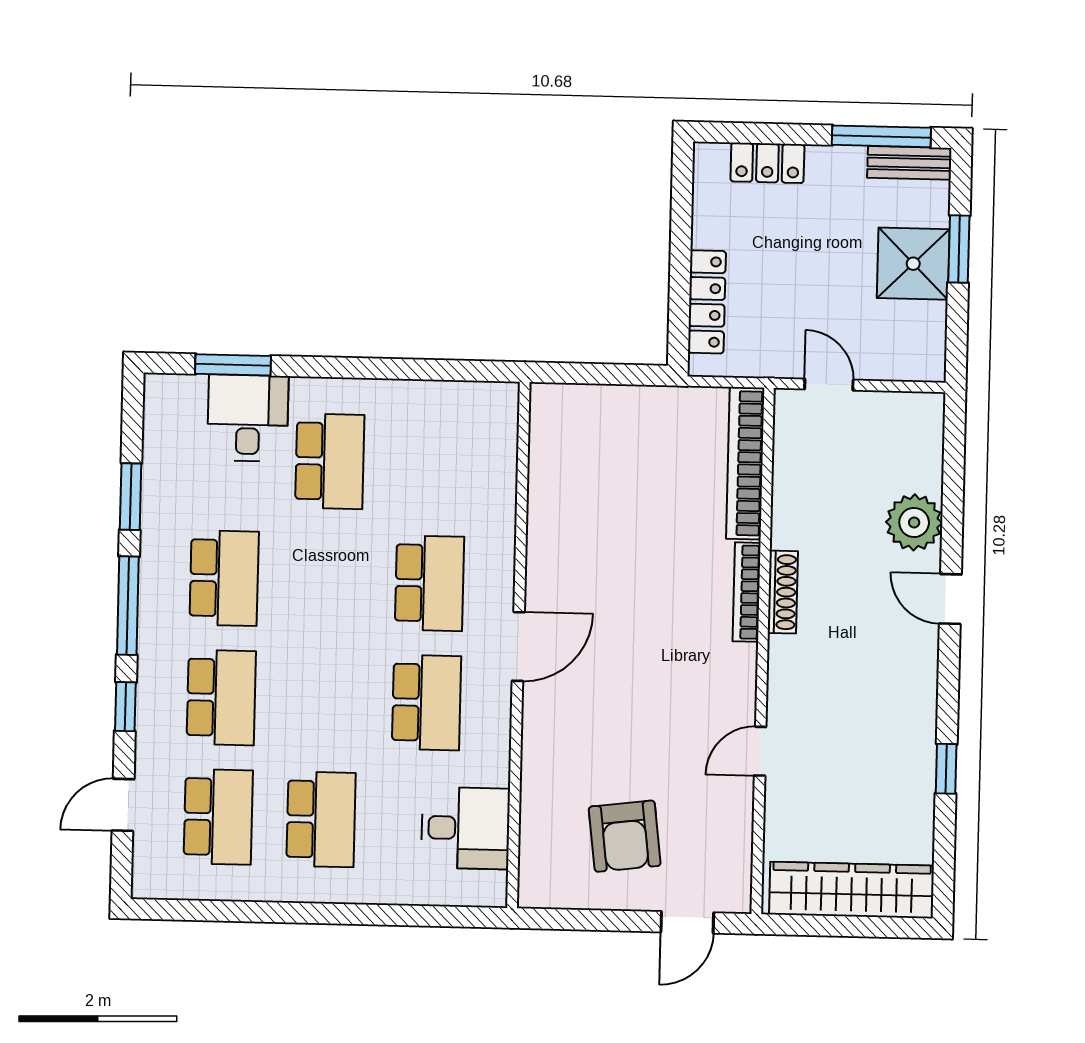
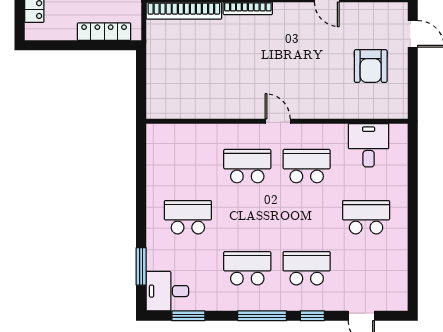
desk: (248, 418) -> (167, 291), moved
window: (131, 497) -> (188, 316), moved
door: (518, 647) -> (278, 121), width x0.73
school desk: (218, 817) -> (366, 268), removed
armchair: (625, 836) -> (371, 66), turned 97

